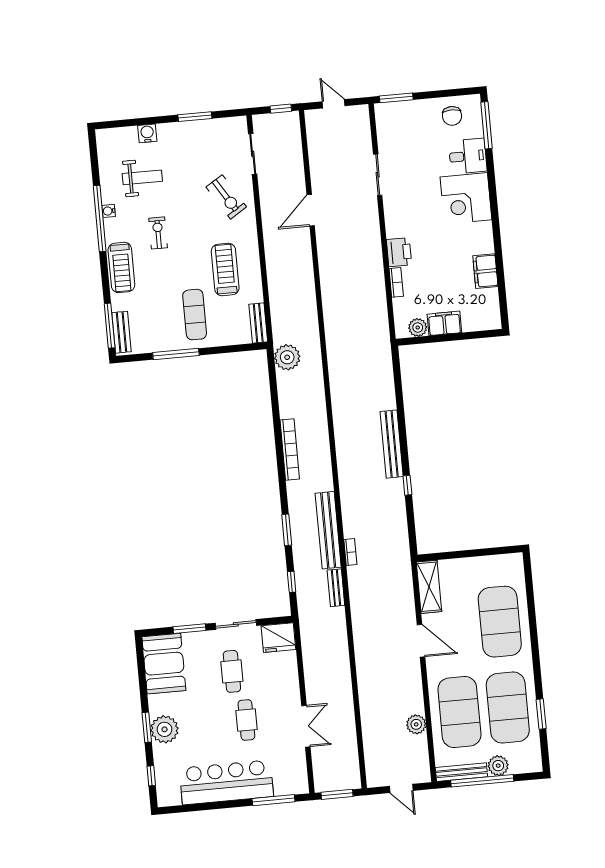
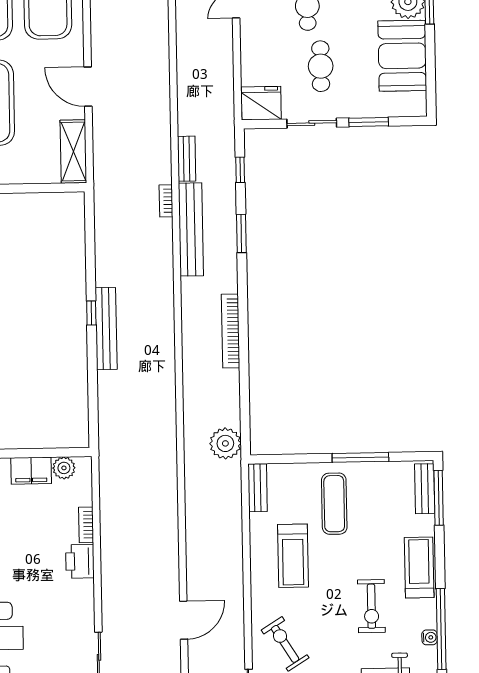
exercise bike: (158, 233) -> (371, 606), width x1.38, depth x1.39
window: (407, 485) -> (91, 313), moved
booth: (164, 664) -> (402, 56), moved

